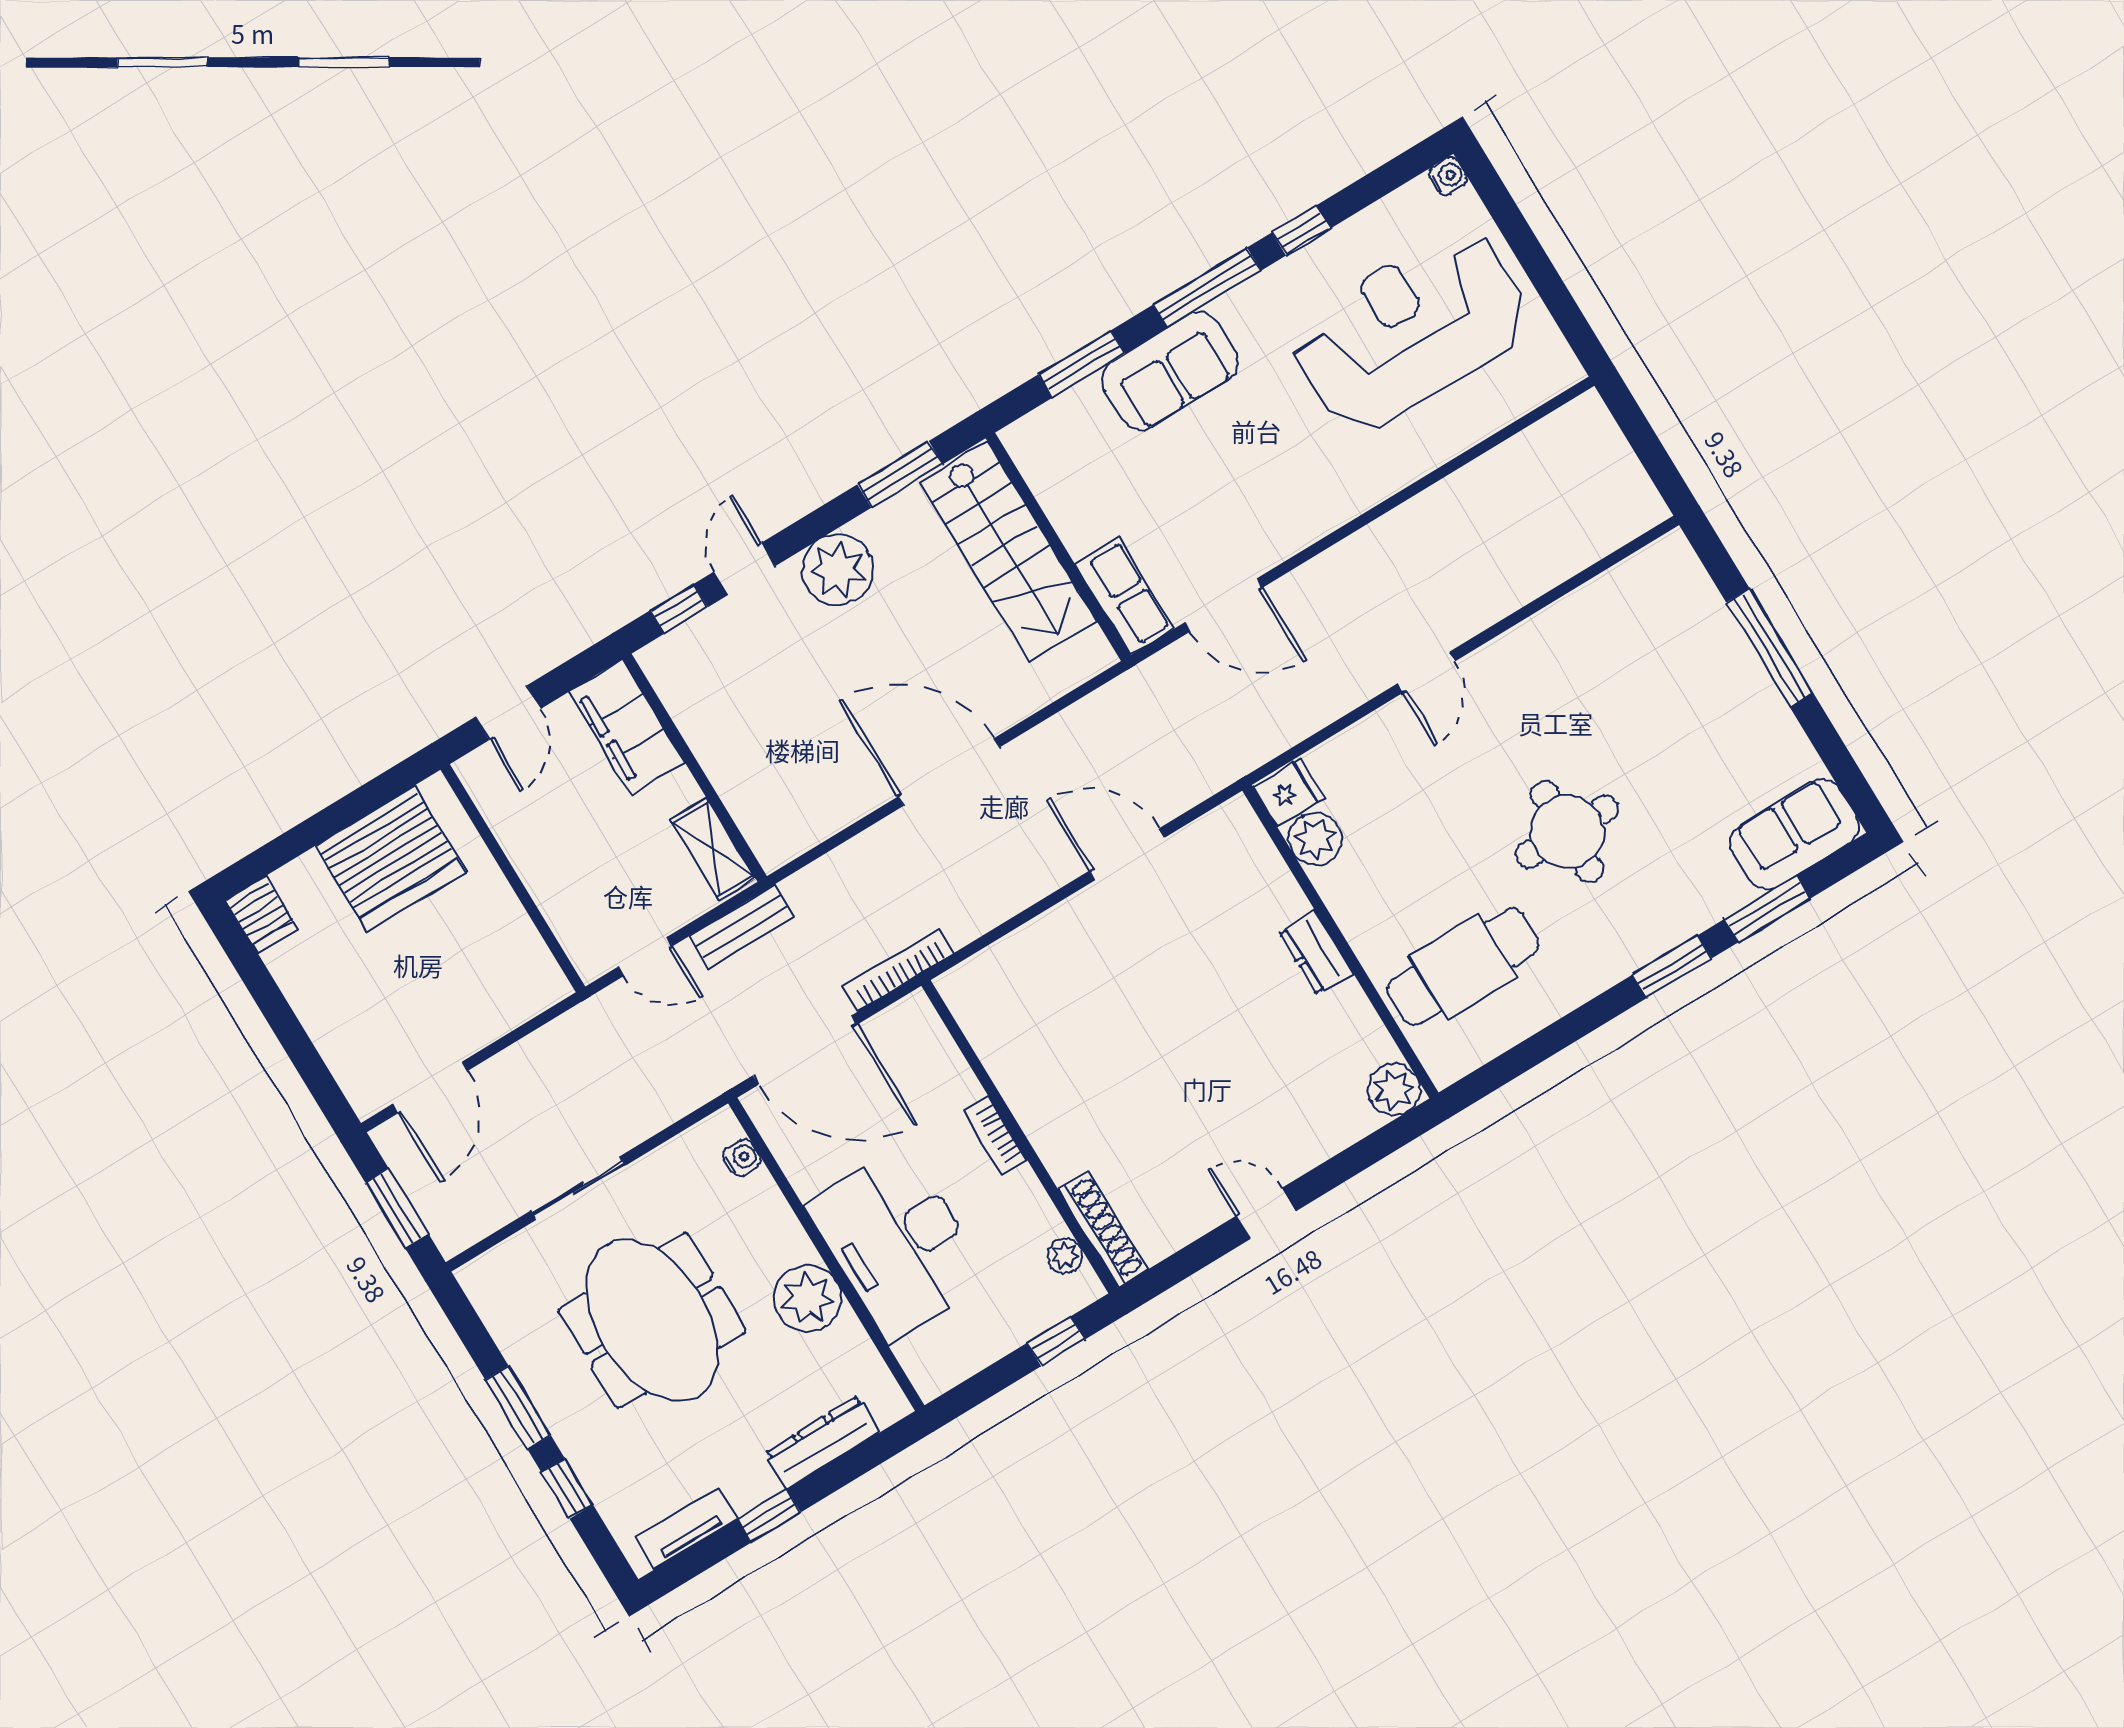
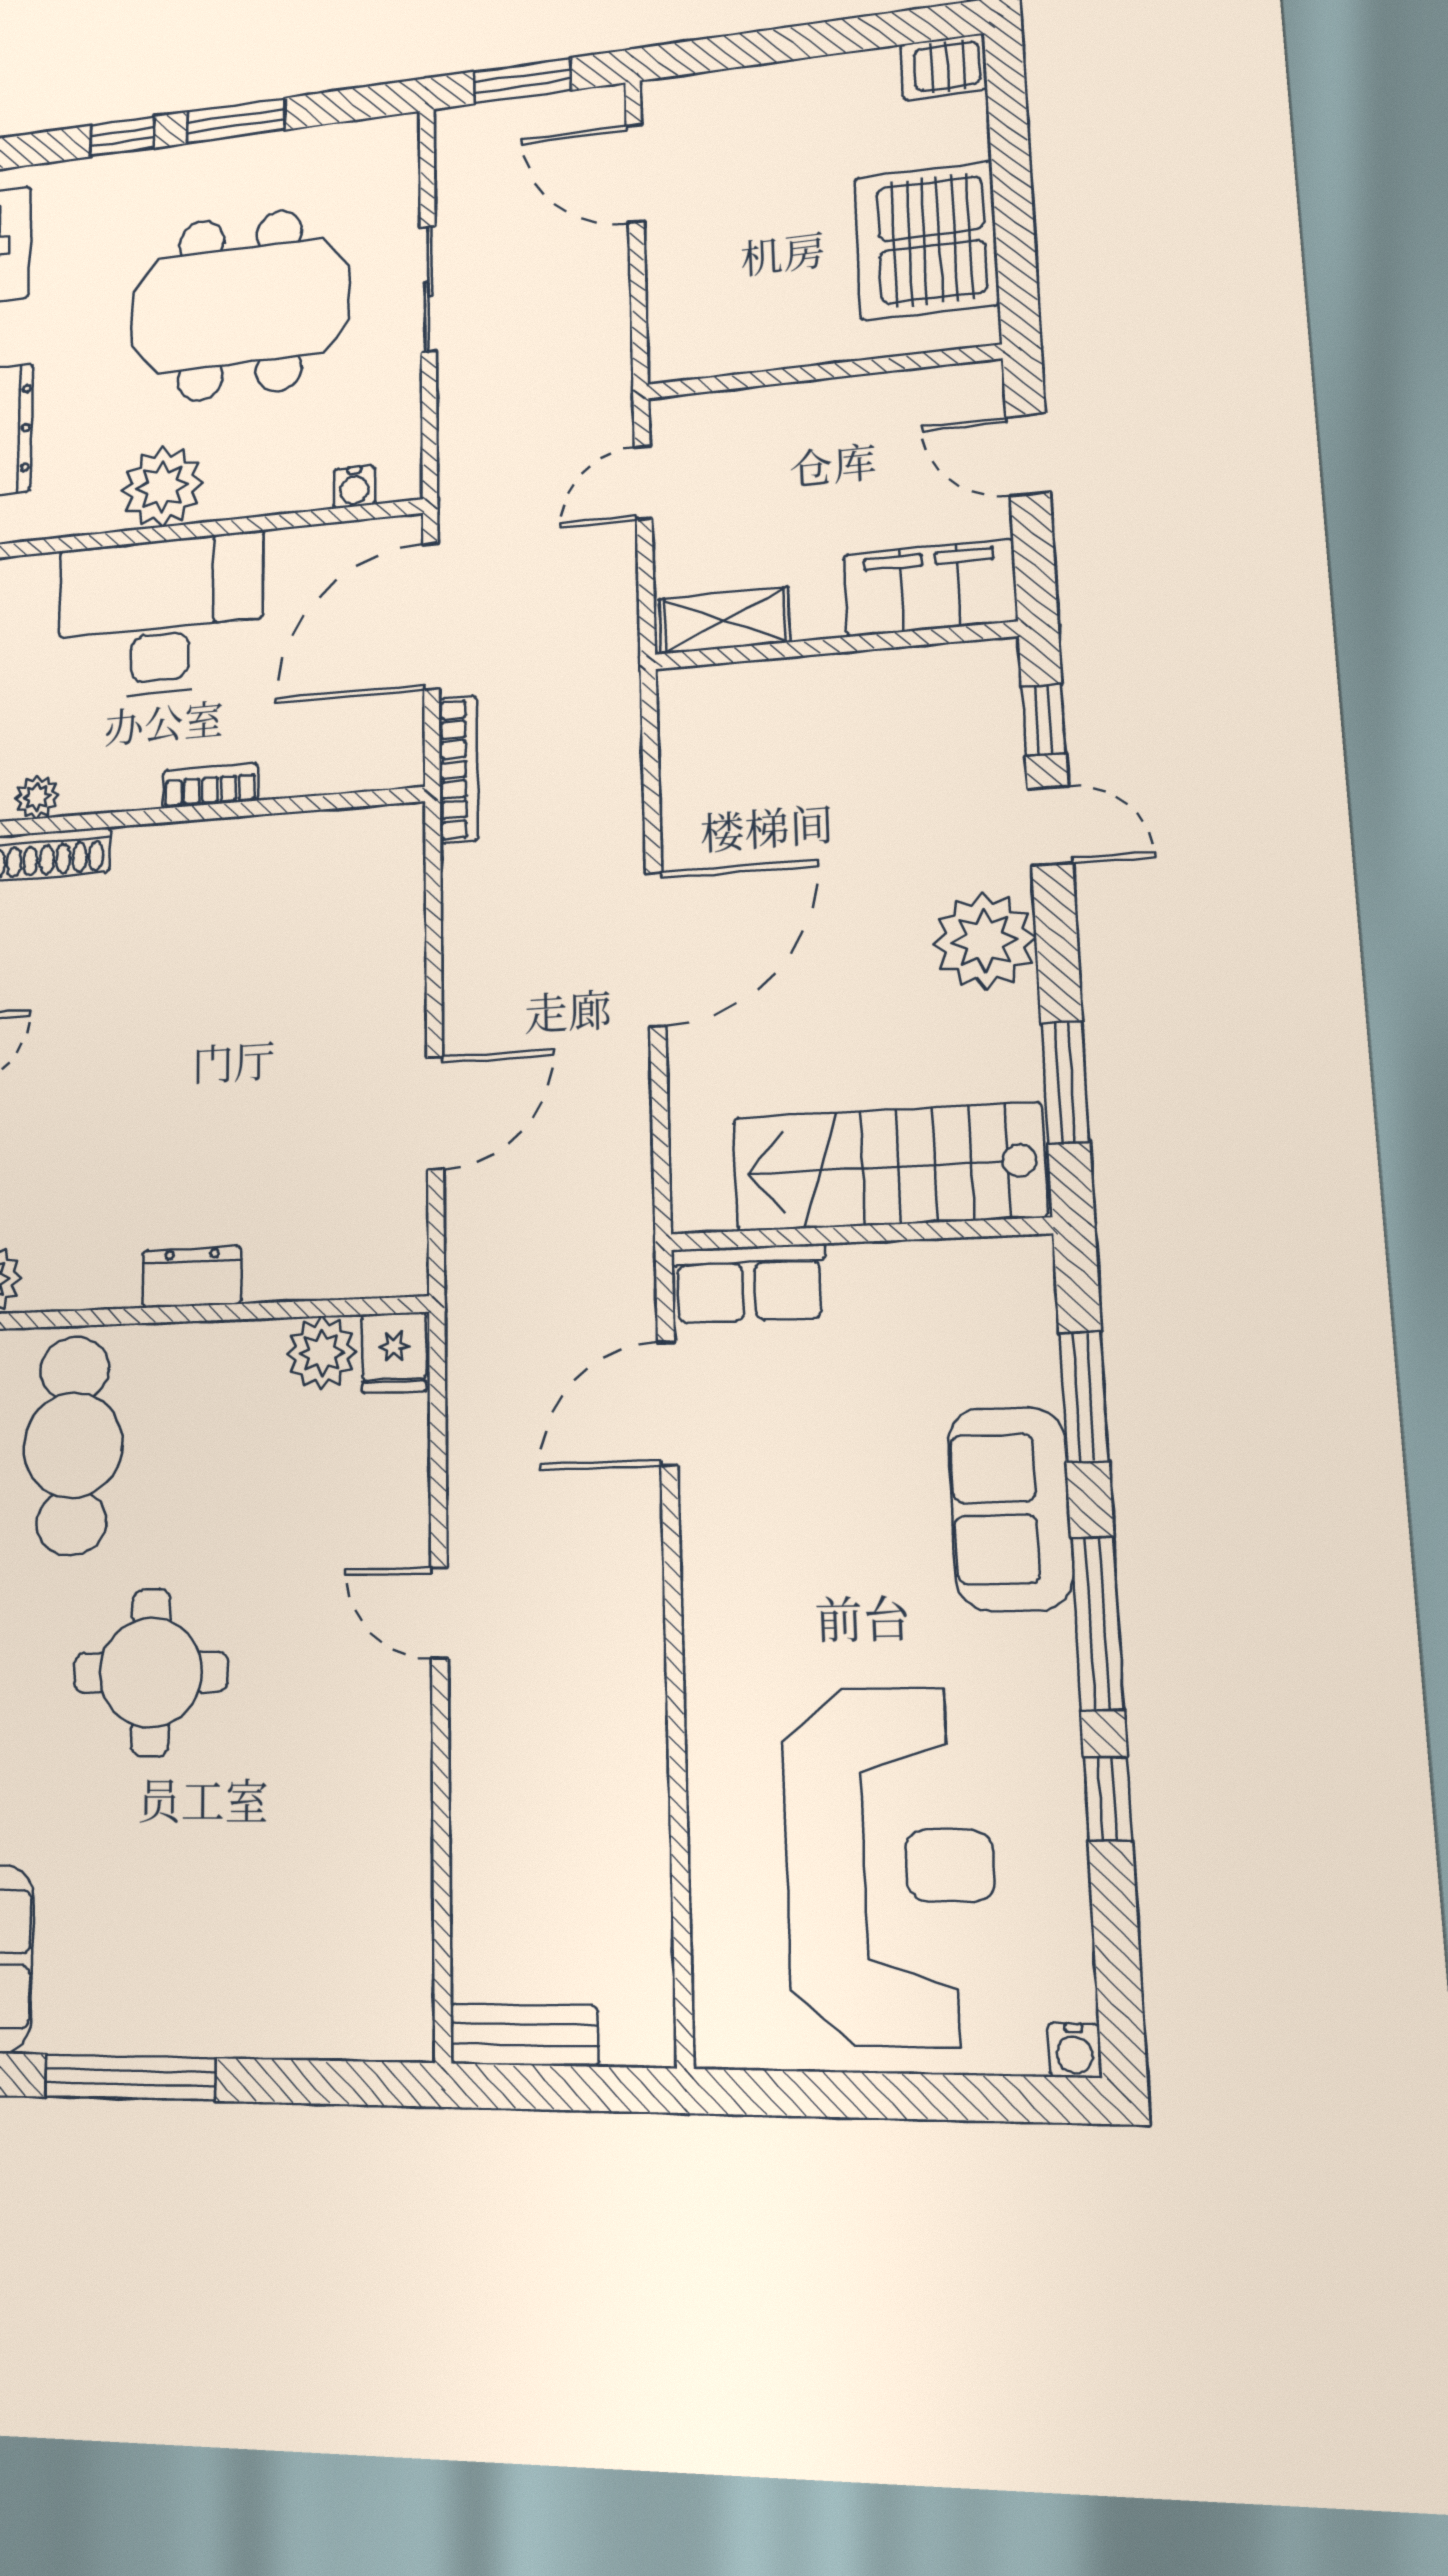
window: (1770, 648) -> (130, 2078), moved
bench: (742, 927) -> (524, 2035), moved, turned 90

